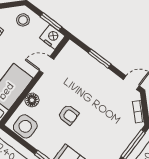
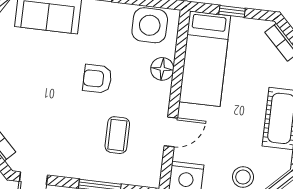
coffee table: (75, 80) -> (117, 135), added

